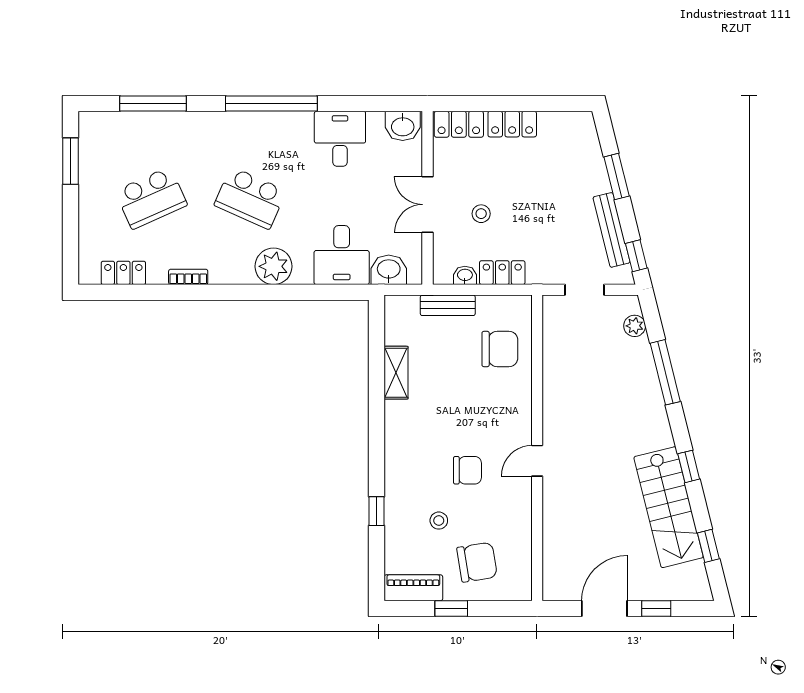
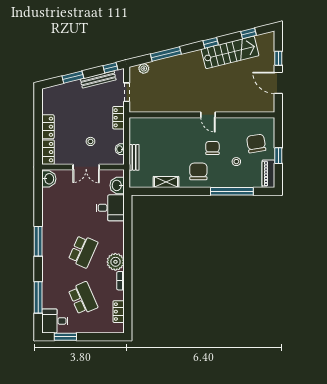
window: (271, 104) -> (38, 241), width x0.68
desk: (340, 139) -> (55, 321), moved
plant: (274, 266) -> (115, 262), moved
locker: (502, 273) -> (118, 118), moved
chair: (500, 349) -> (198, 171), moved
window: (376, 511) -> (232, 191), width x3.17

